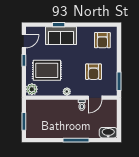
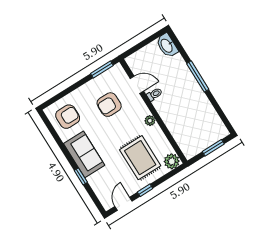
sofa: (61, 36) -> (84, 154), moved
door: (24, 41) -> (124, 204), hinge flipped
armchair: (94, 72) -> (109, 105), turned 180

